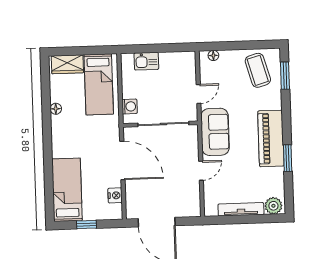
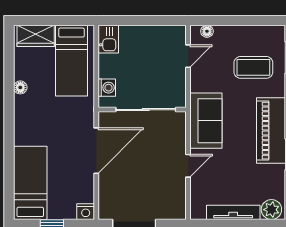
kitchen sink: (146, 61) -> (108, 39), moved, turned -90
coffee table: (258, 70) -> (253, 67), moved, turned -74
door: (199, 94) -> (188, 56), moved
door: (122, 160) -> (96, 151), hinge flipped
nightstand: (115, 195) -> (86, 212), moved, turned 90

